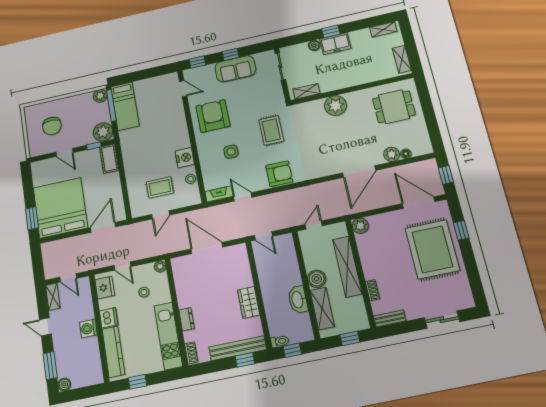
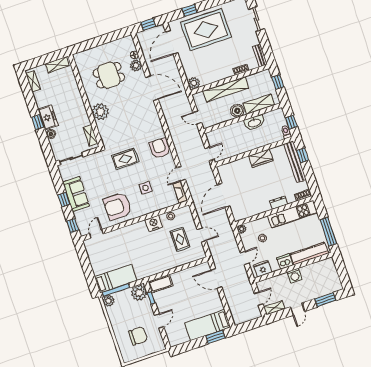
dining table: (394, 107) -> (109, 75), moved, turned 90
bed: (60, 208) -> (208, 325), width x0.49
window: (138, 382) -> (328, 232), width x2.17
boiler: (64, 384) -> (338, 286), removed

